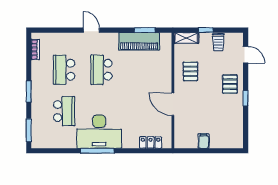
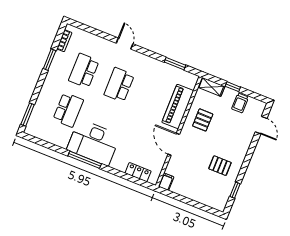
piano: (139, 41) -> (178, 107), moved, turned 90
pallet: (230, 84) -> (220, 166), moved, turned 90
window: (29, 92) -> (50, 60), moved
window: (246, 98) -> (235, 190), moved
filing cabinet: (204, 141) -> (166, 182), moved

